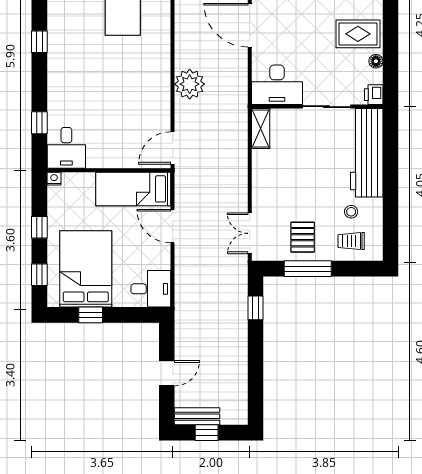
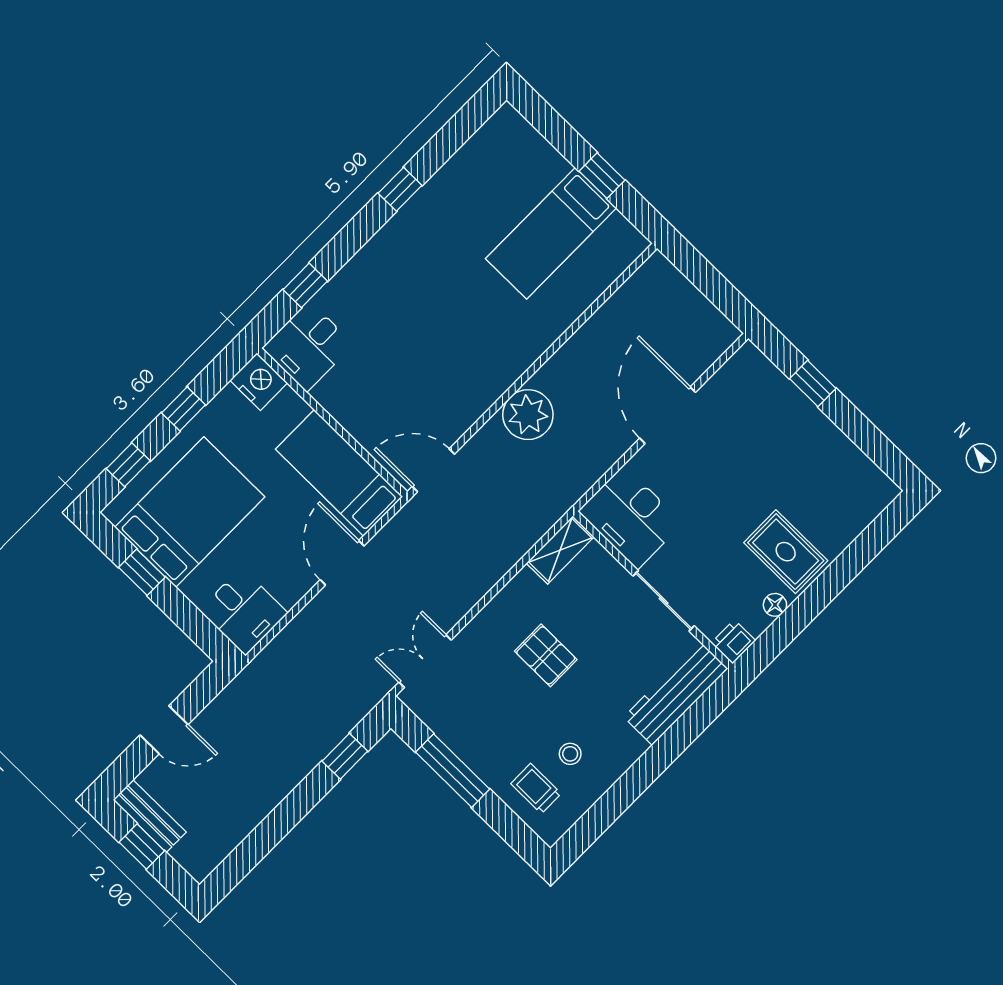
workbench: (367, 153) -> (676, 693), width x0.73, depth x0.76
nightstand: (54, 179) -> (259, 382), width x1.89, depth x1.79
pallet: (303, 237) -> (546, 655), moved, turned 90

